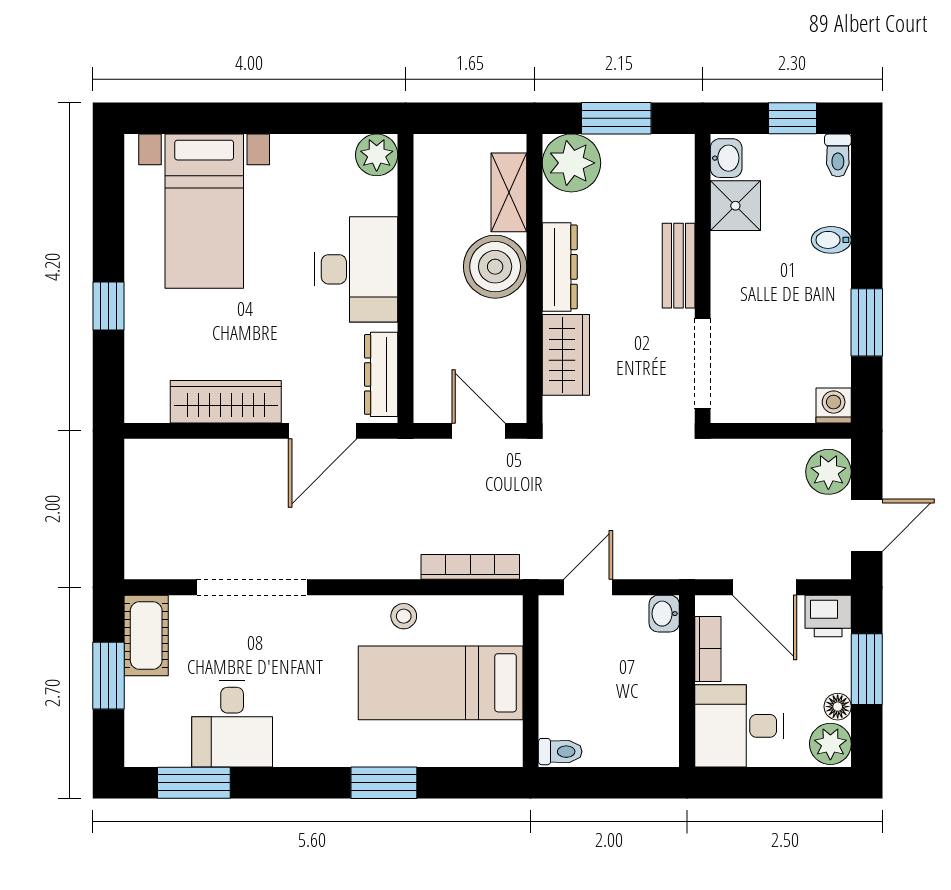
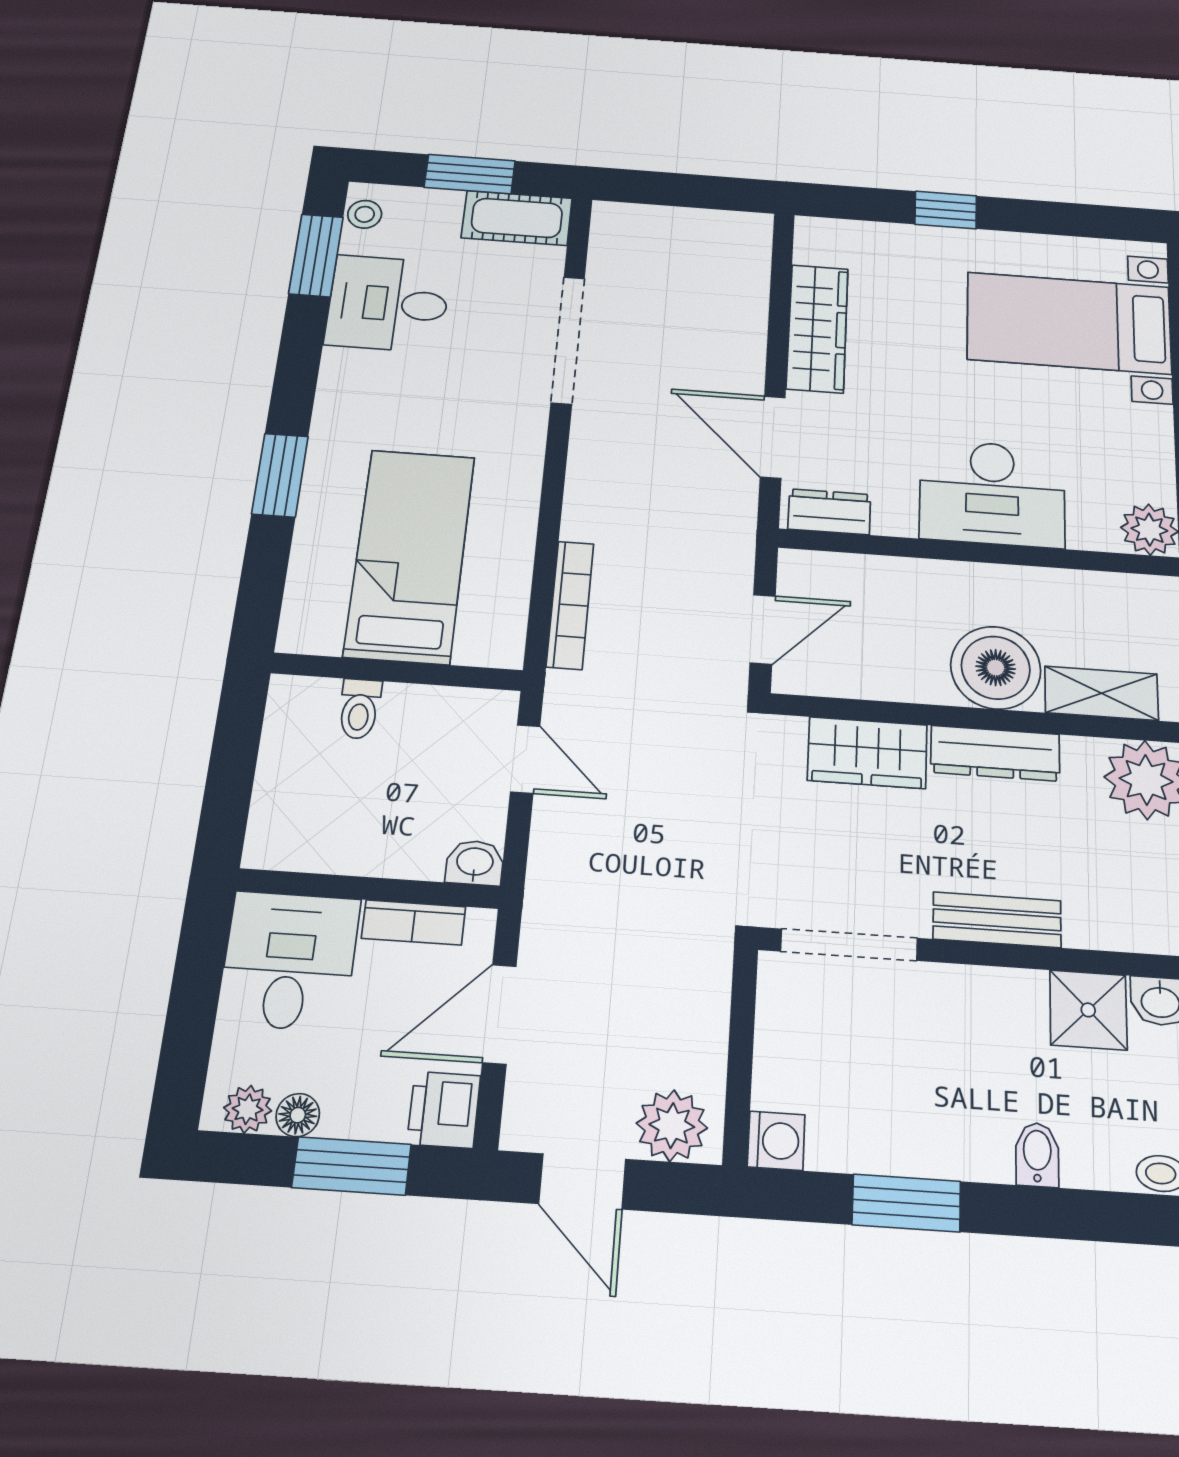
dresser: (381, 374) -> (829, 512), width x0.70
stool: (404, 616) -> (365, 214), moved
plant: (830, 744) -> (248, 1109), width x0.73, depth x0.73
toilet: (560, 752) -> (359, 709), moved

